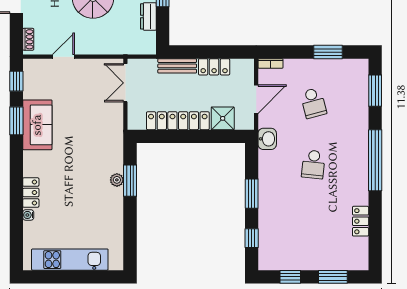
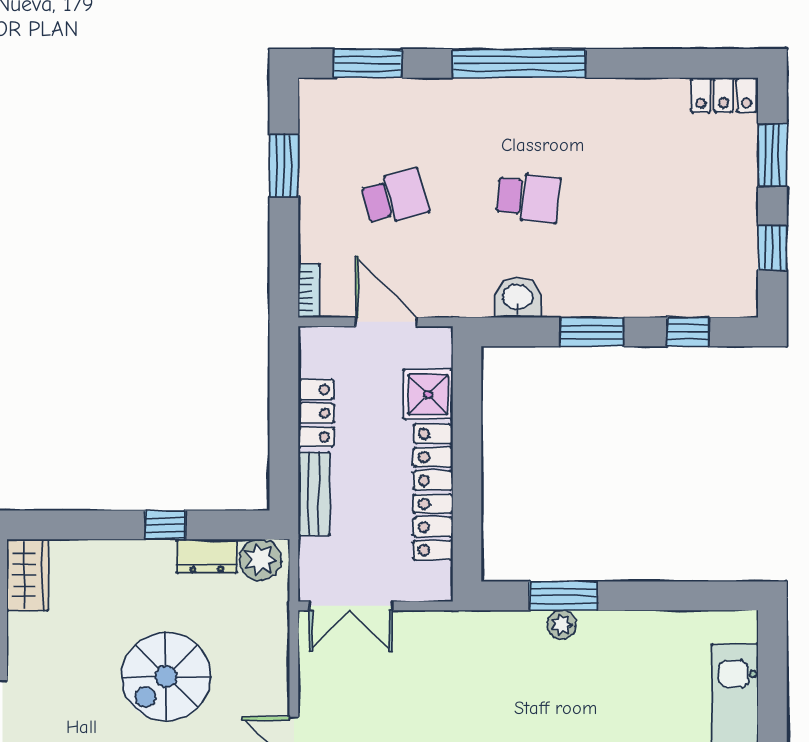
plant: (147, 41) -> (260, 560), added
washbasin: (267, 139) -> (518, 298), moved
locker: (361, 221) -> (724, 95), moved

